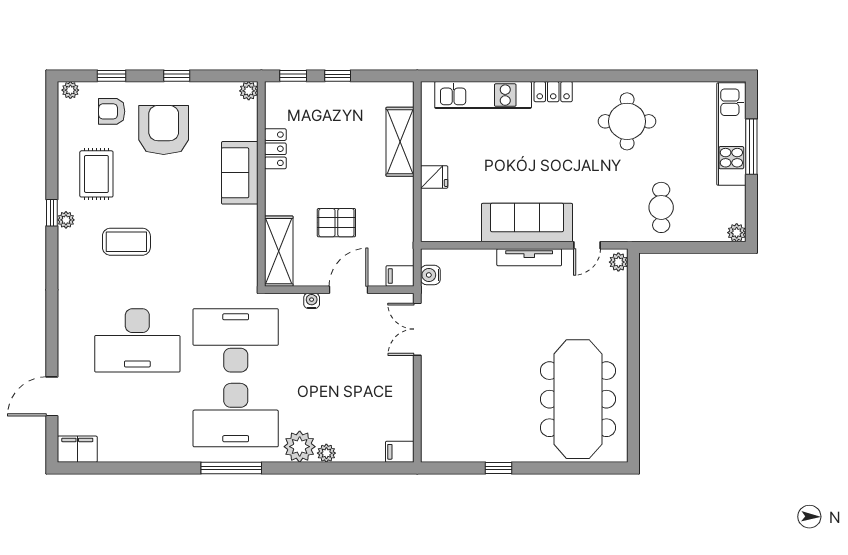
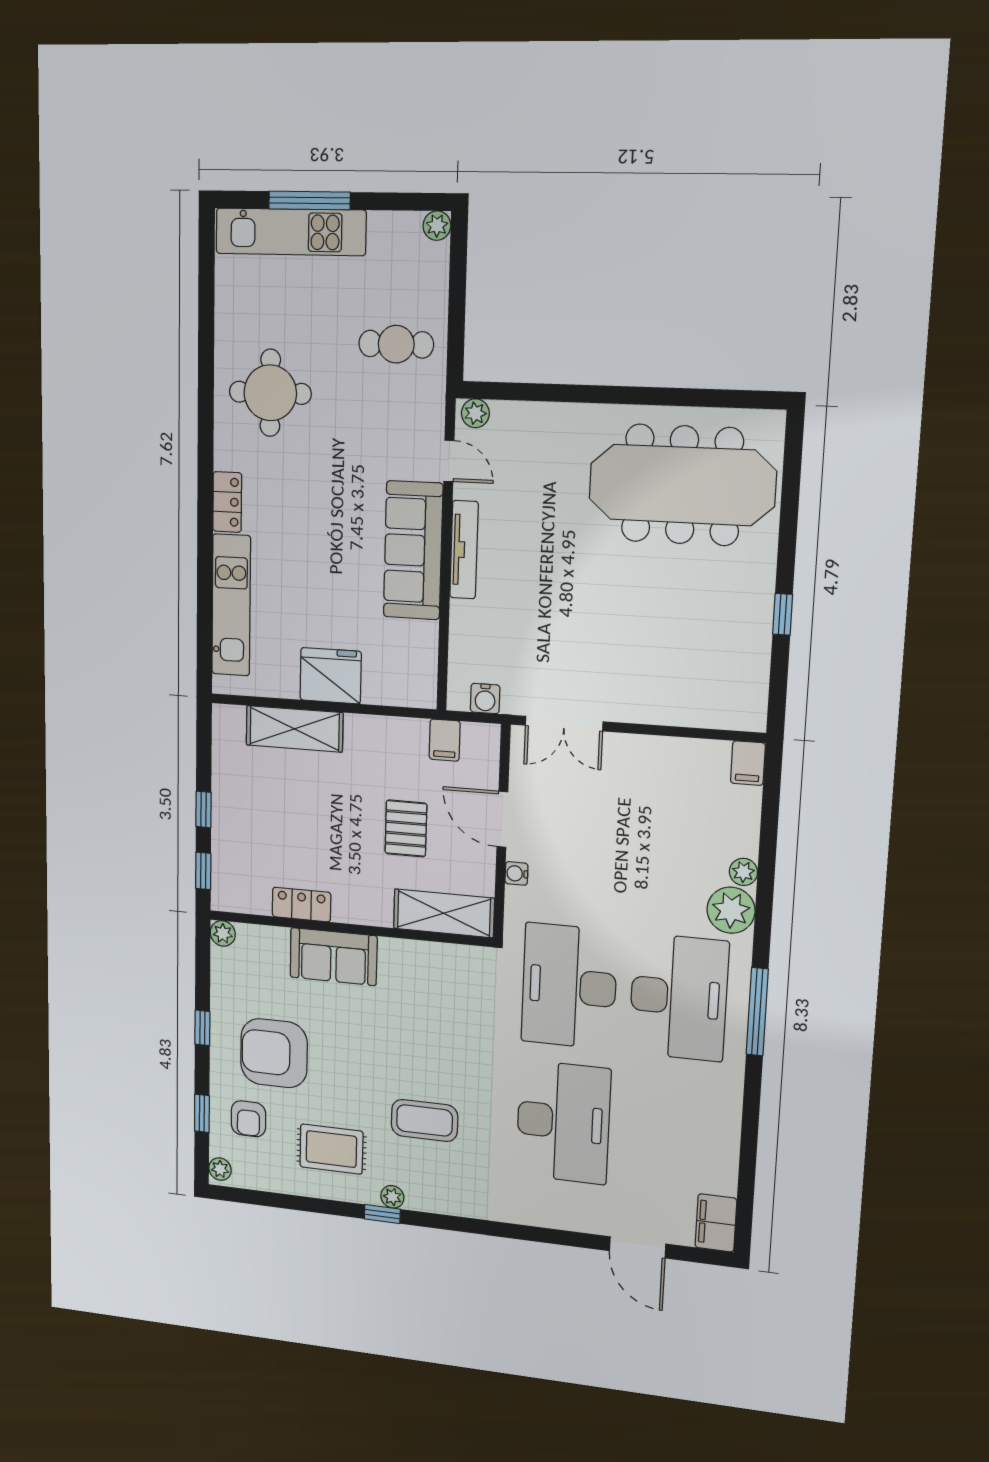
fridge: (434, 177) -> (331, 676), width x1.88, depth x1.34
coffee table: (126, 242) -> (424, 1120), turned 90
filing cabinet: (400, 276) -> (445, 740), moved

